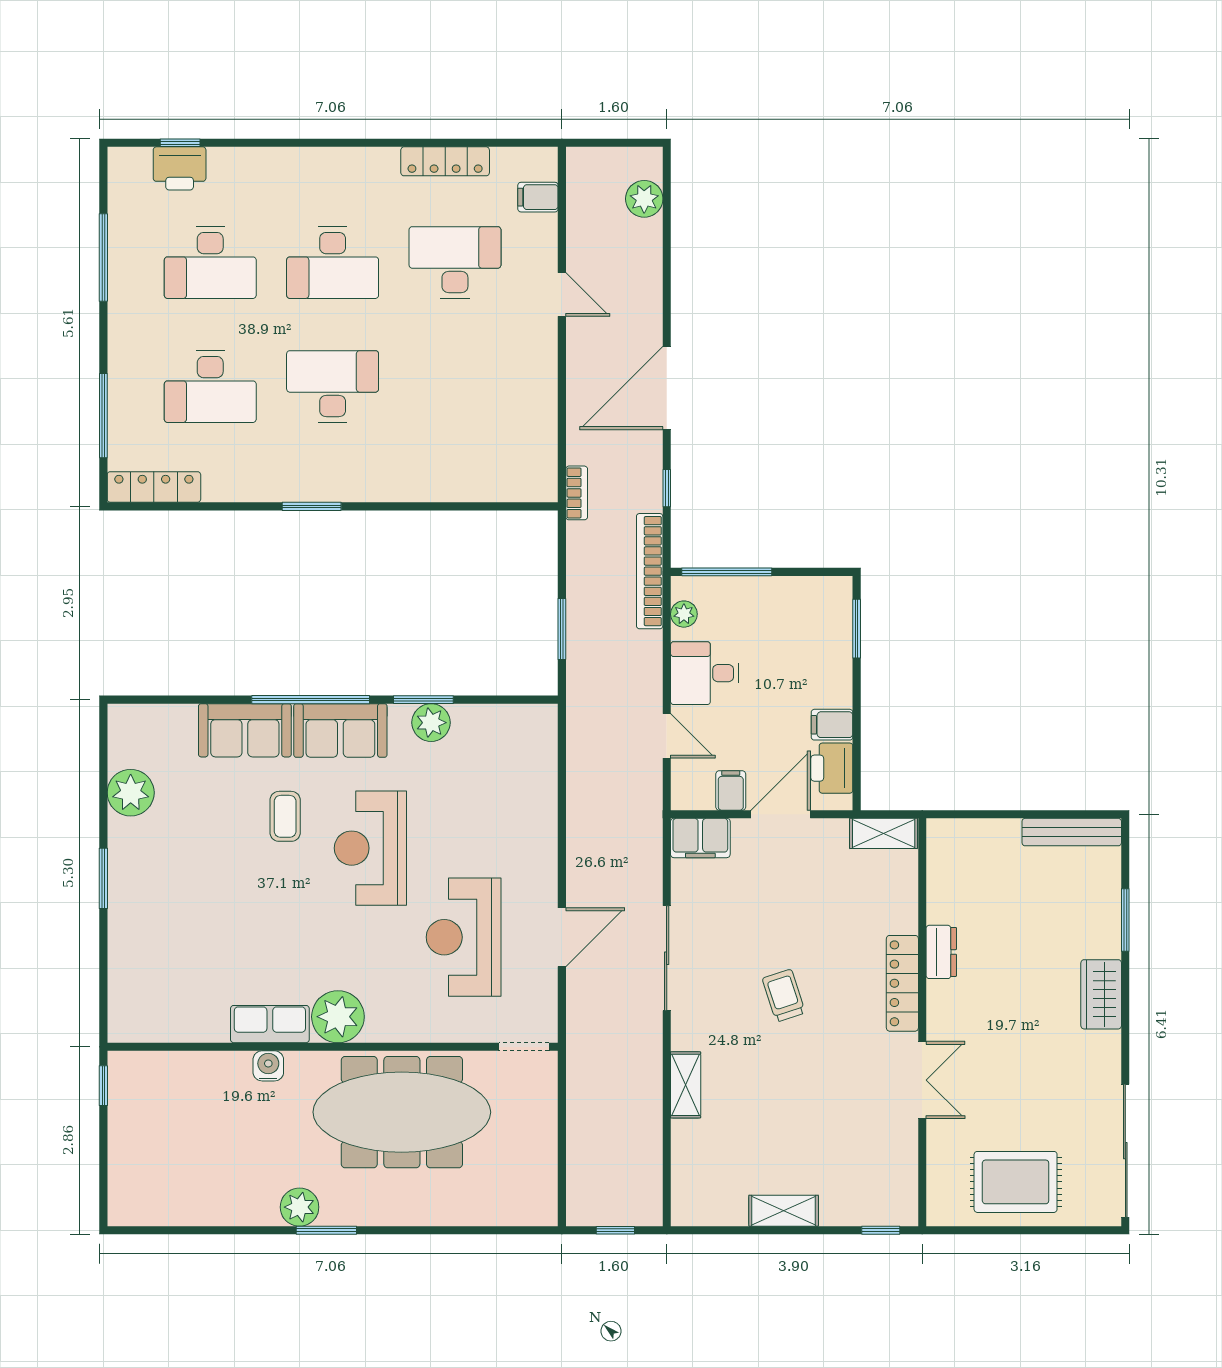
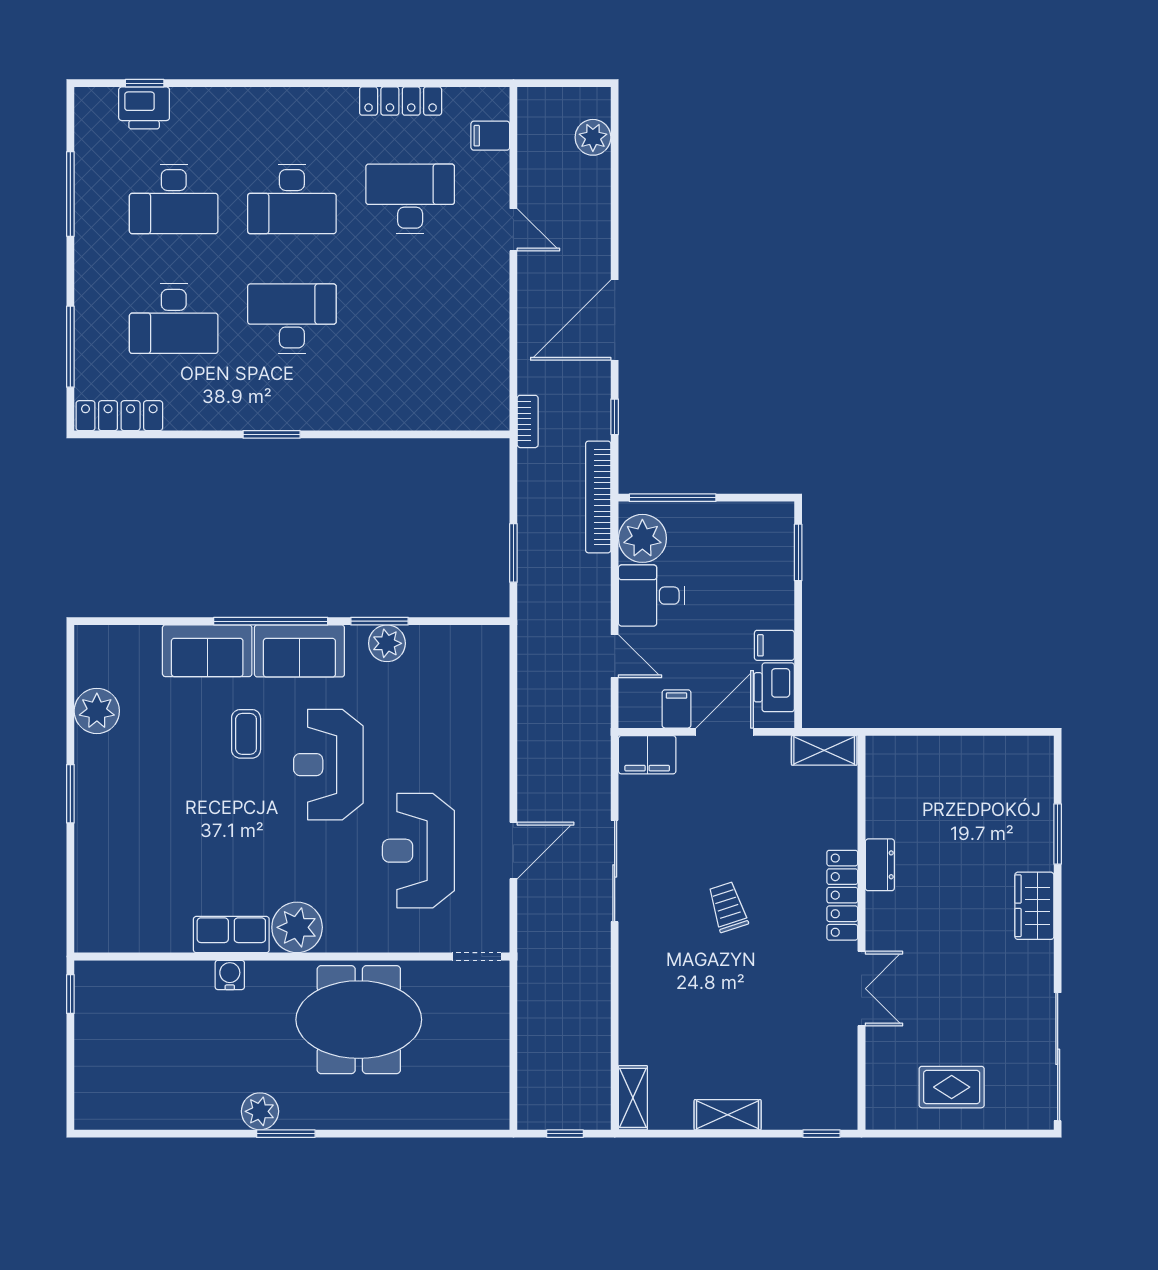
plant: (684, 614) -> (642, 538), width x1.87, depth x1.87
bench: (1072, 832) -> (1006, 749), removed
shelving: (686, 1085) -> (633, 1098), moved
meeting table: (402, 1112) -> (359, 1020), width x0.73
rug: (1016, 1182) -> (952, 1087), width x0.73, depth x0.70

